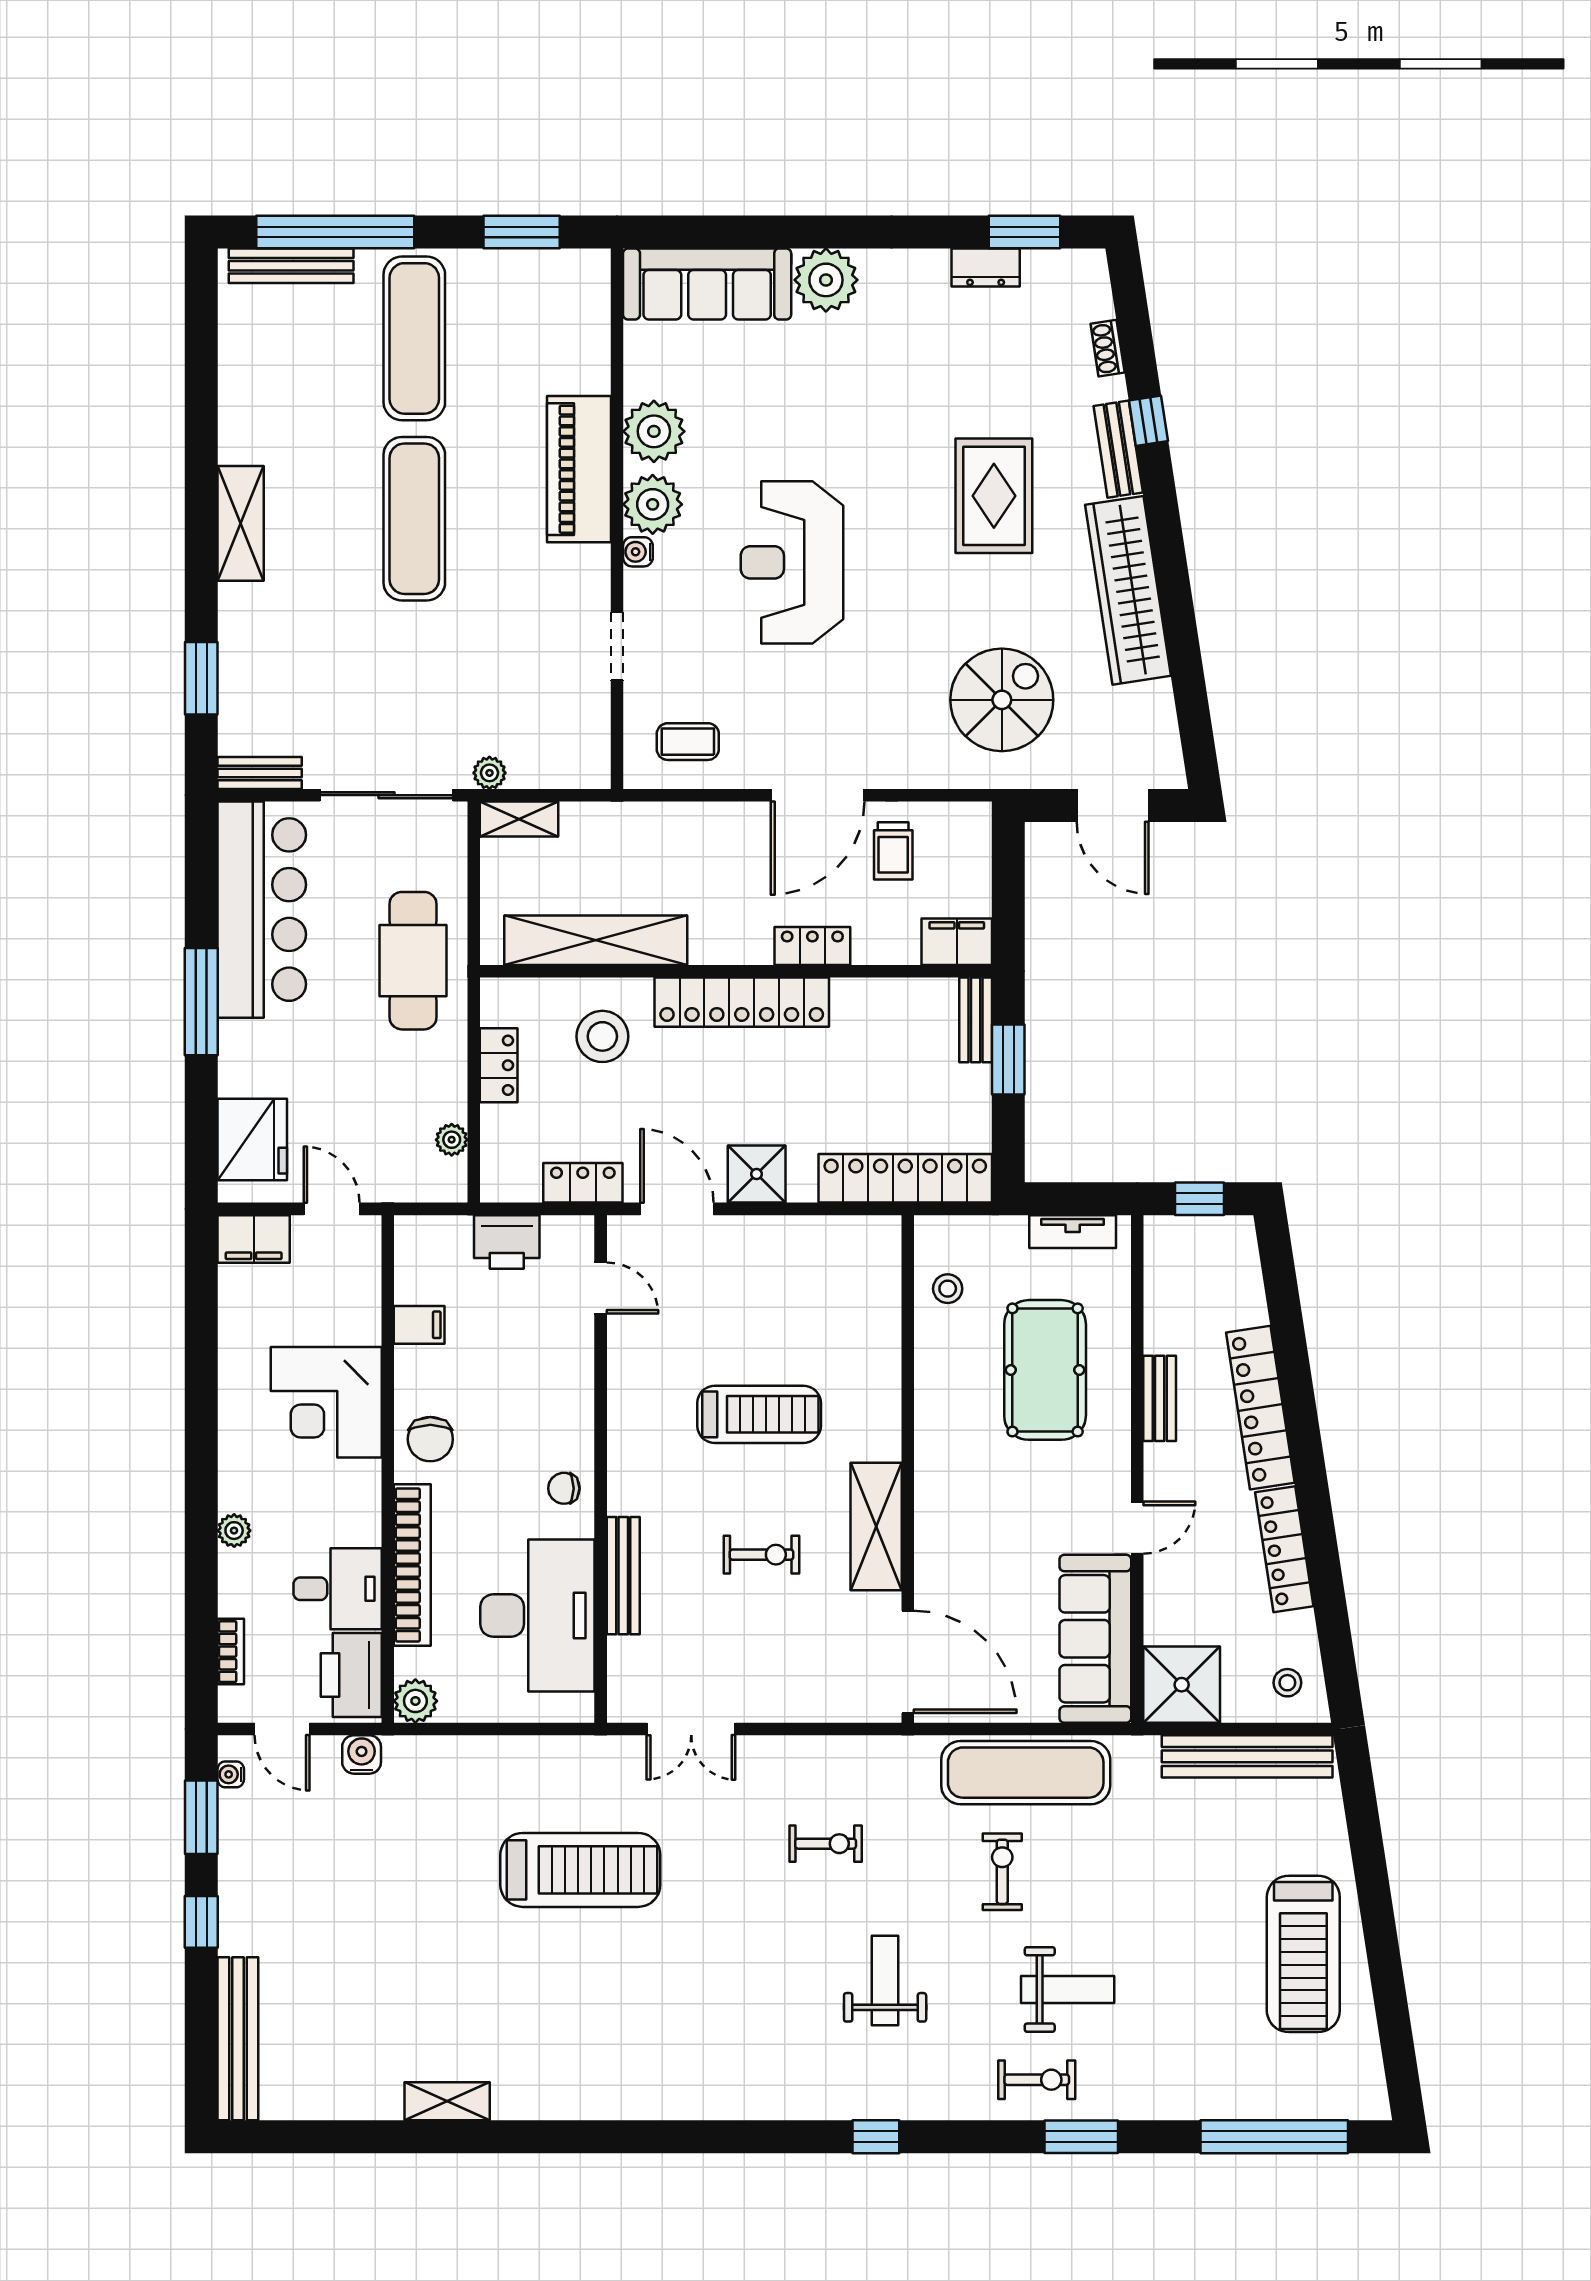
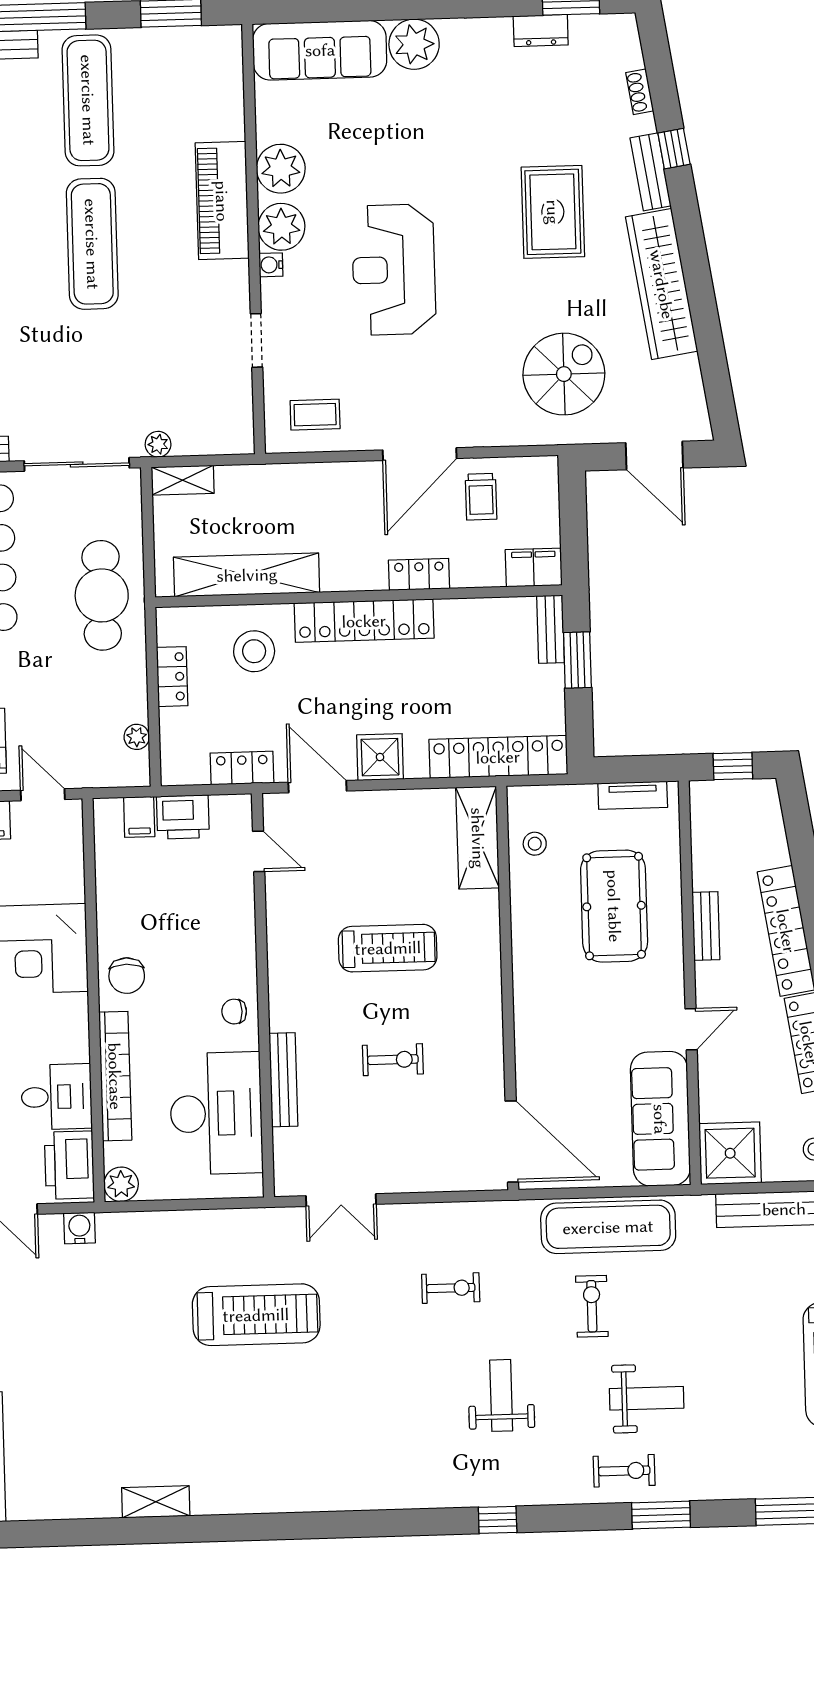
filing cabinet: (419, 1325) -> (139, 817), moved, turned 90
shelving: (876, 1527) -> (478, 838), moved

